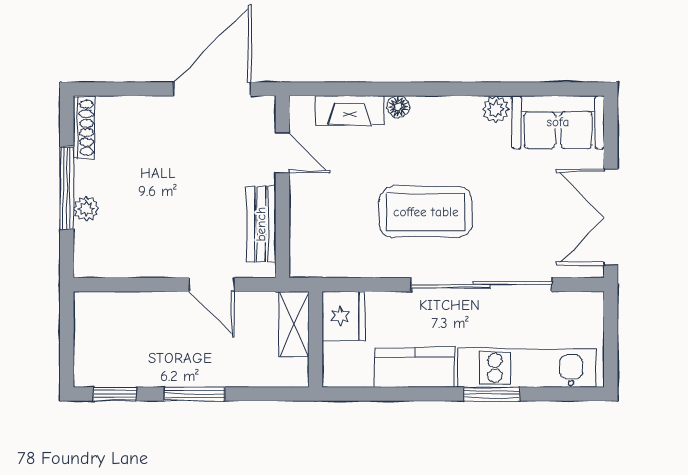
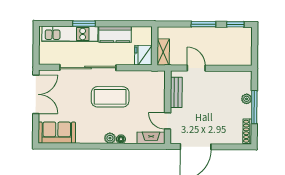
plant: (496, 109) -> (110, 138), moved
fireplace: (350, 110) -> (151, 138), moved

